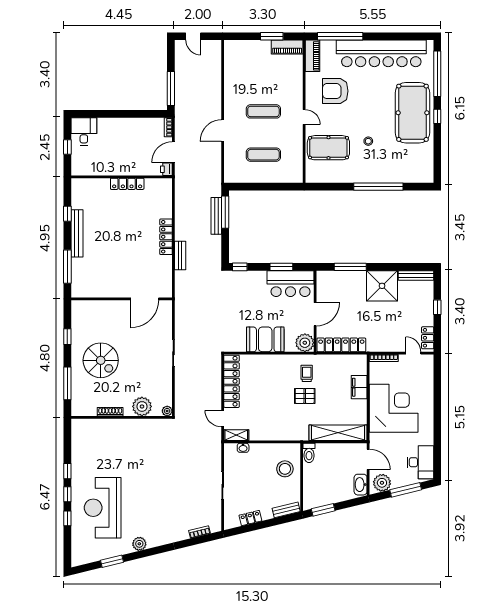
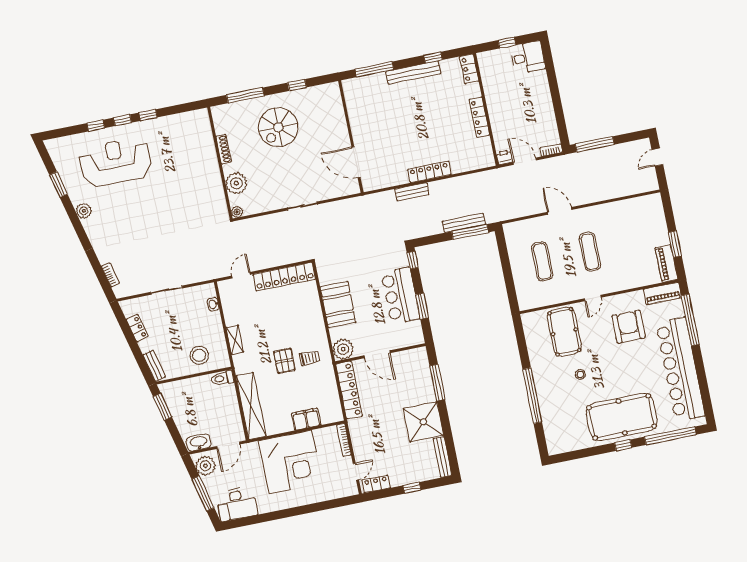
locker: (83, 184) -> (469, 69), added
bar counter: (290, 284) -> (401, 296), moved
shelving: (236, 435) -> (235, 340), moved

